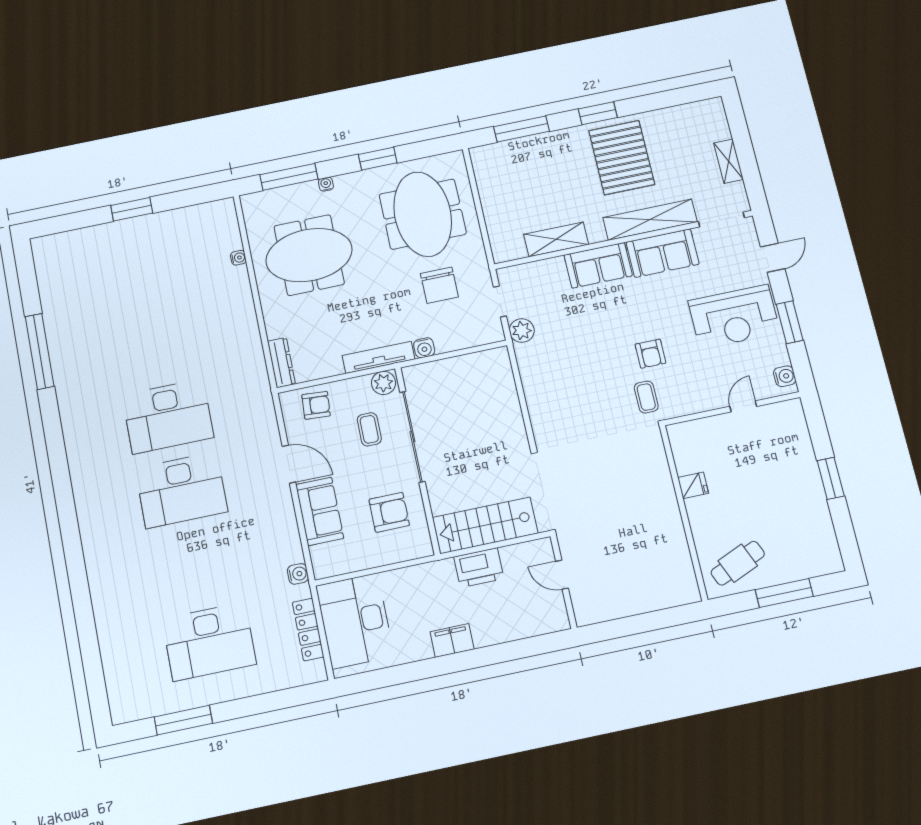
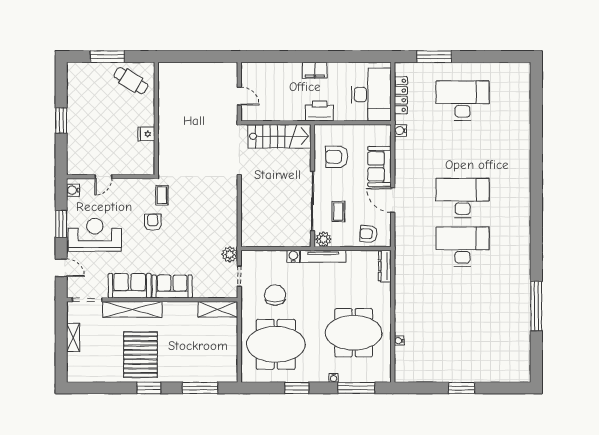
meeting table: (423, 214) -> (276, 344), turned 90
shelving: (556, 239) -> (218, 309), moved
door: (773, 258) -> (61, 268), swing flipped
cafe table: (738, 563) -> (131, 81), turned 55
printer: (479, 568) -> (320, 111), moved
window: (183, 720) -> (434, 57), moved

